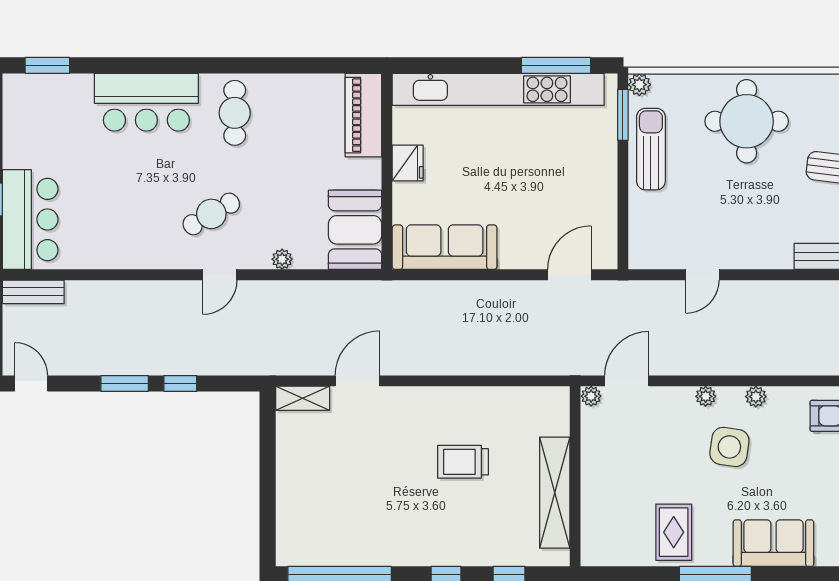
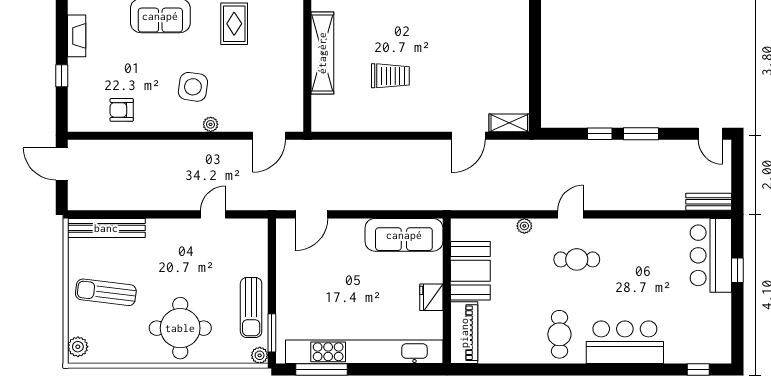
window: (47, 65) -> (698, 370), width x0.67
cafe table: (211, 214) -> (577, 259), turned 30
booth: (355, 230) -> (470, 271), moved
plant: (591, 396) -> (295, 124), removed
plant: (756, 397) -> (173, 124), removed

